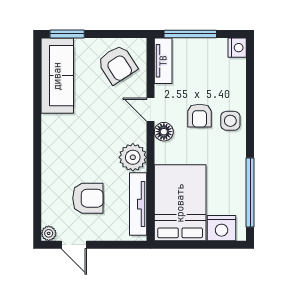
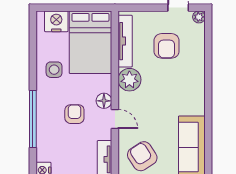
side table: (230, 121) -> (54, 70), moved
window: (250, 192) -> (33, 119), moved
armchair: (88, 198) -> (167, 46), turned -90

